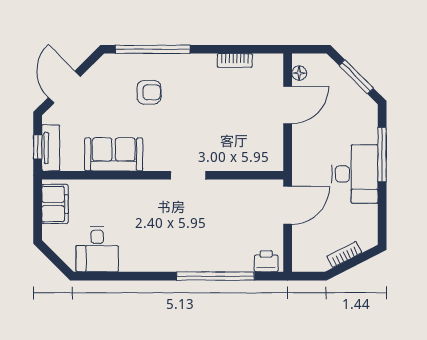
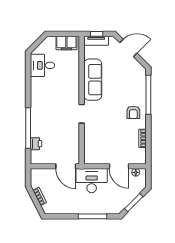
armchair: (149, 92) -> (133, 112), moved
sofa: (114, 154) -> (93, 80), width x1.36
desk: (355, 174) -> (92, 181), moved, turned 180
printer: (266, 261) -> (36, 144), moved

